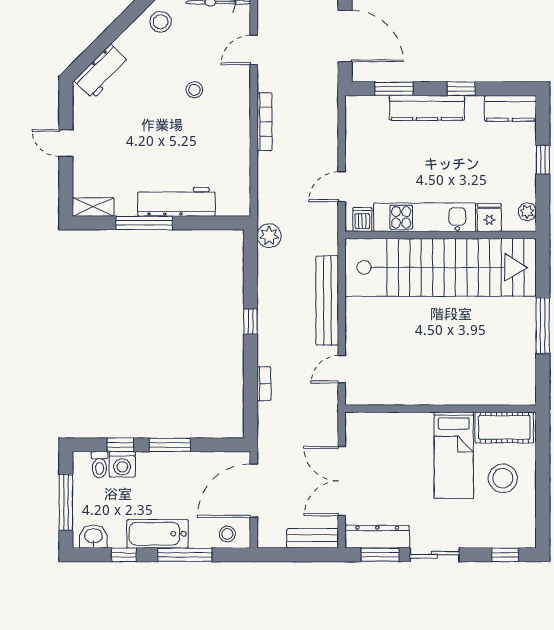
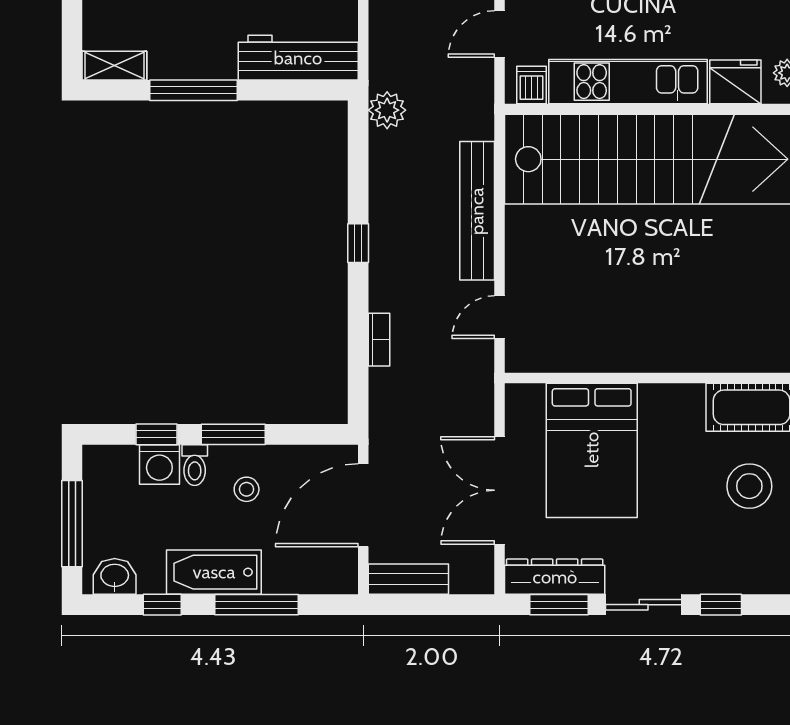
workbench: (177, 202) -> (298, 58), moved
fridge: (489, 218) -> (735, 82), width x1.38
bed: (454, 455) -> (592, 450), moved, width x1.50
toilet: (100, 465) -> (195, 465), moved
stool: (227, 534) -> (247, 489), moved
bench: (313, 538) -> (408, 579), moved
window: (505, 555) -> (721, 605), moved

